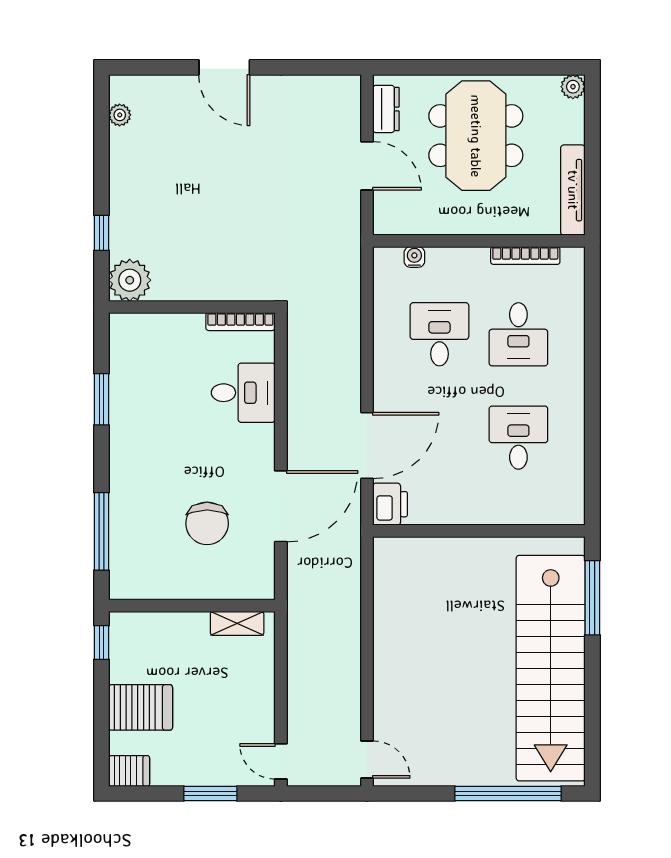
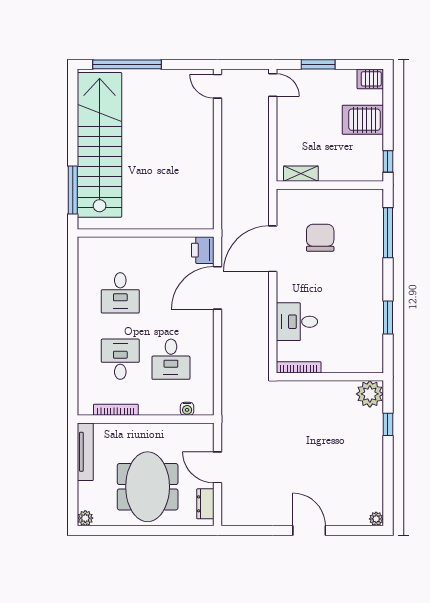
plant: (120, 115) -> (376, 519), moved

